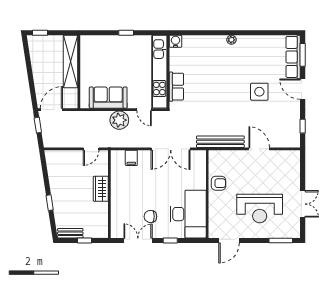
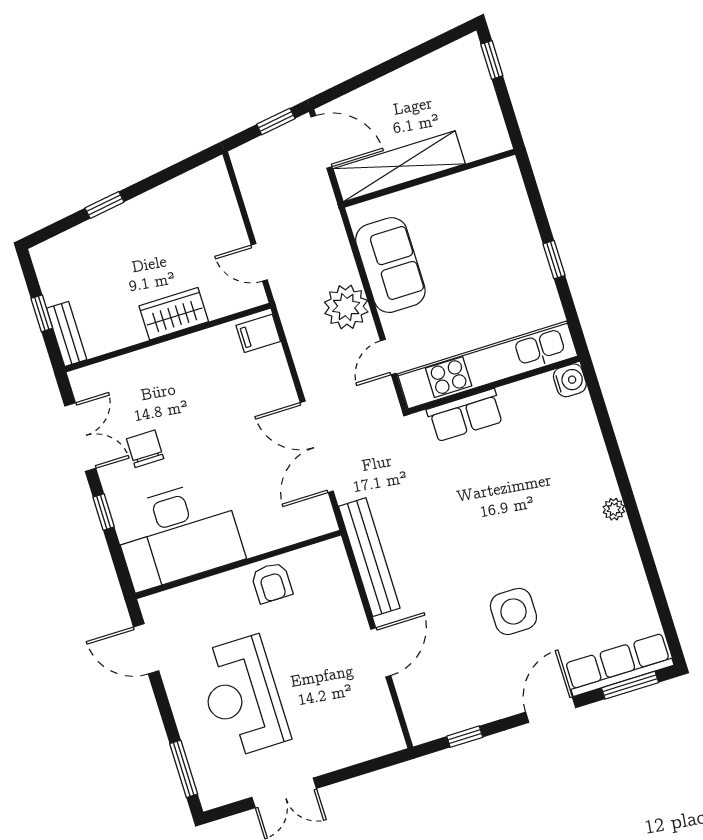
shelving: (70, 61) -> (399, 166), moved
filing cabinet: (131, 158) -> (258, 333), moved
bench: (70, 233) -> (67, 334), moved

